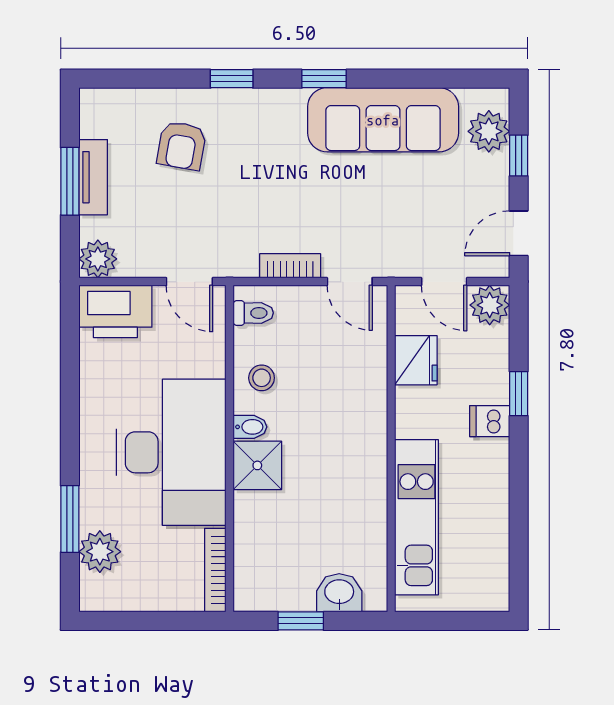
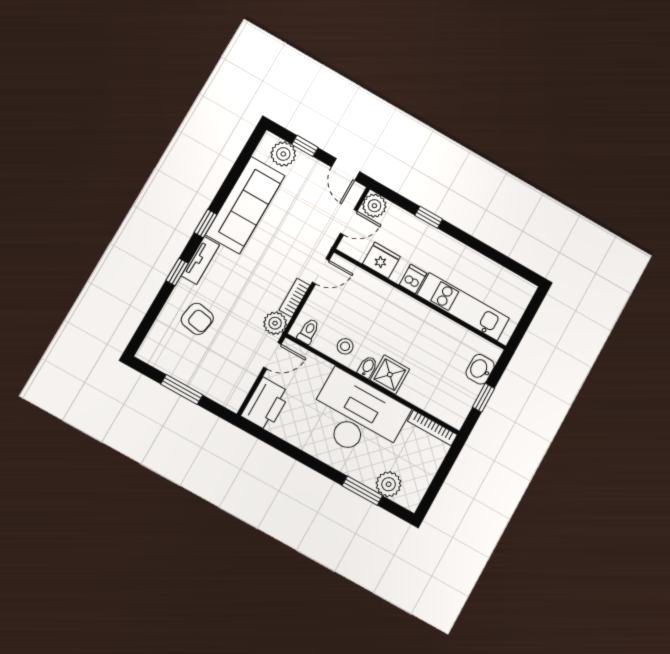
tv unit: (93, 177) -> (200, 260), moved, turned 90
plant: (98, 259) -> (275, 323), moved
dishwasher: (490, 421) -> (413, 279), moved, turned 180

